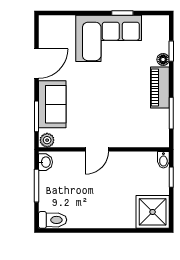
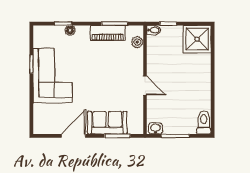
door: (37, 63) -> (73, 136), hinge flipped
piano: (160, 87) -> (108, 33), moved
plant: (47, 140) -> (137, 42), moved

